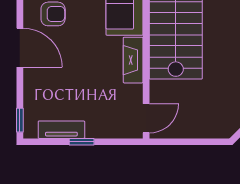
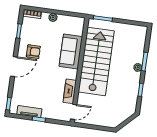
door: (20, 48) -> (14, 67), hinge flipped
fireplace: (133, 60) -> (70, 91), moved

